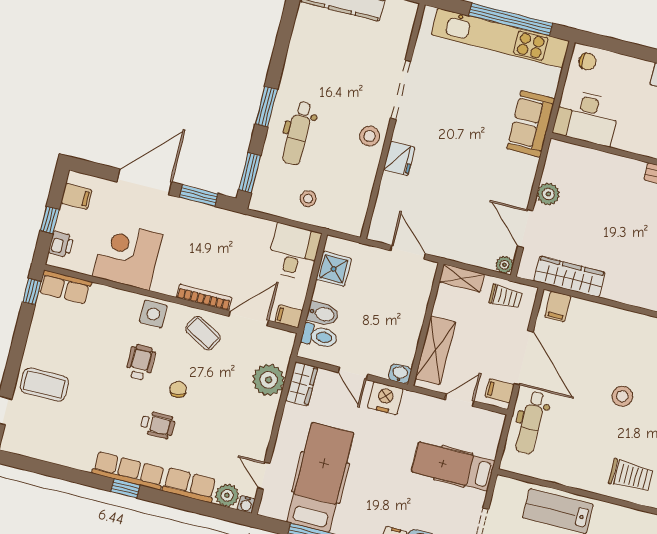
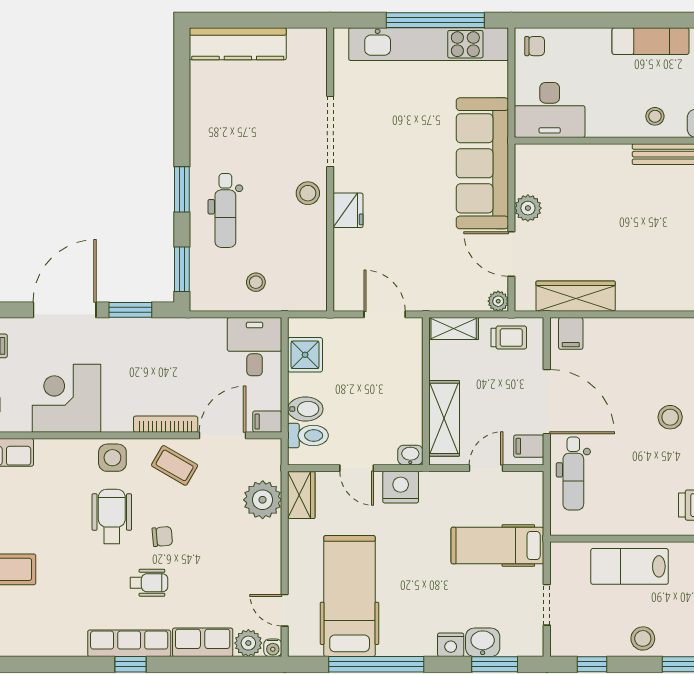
sofa: (531, 124) -> (482, 163), width x1.85, depth x1.27
wheelchair: (141, 362) -> (112, 516), width x1.36, depth x1.37
chair: (178, 389) -> (162, 536), turned 95

